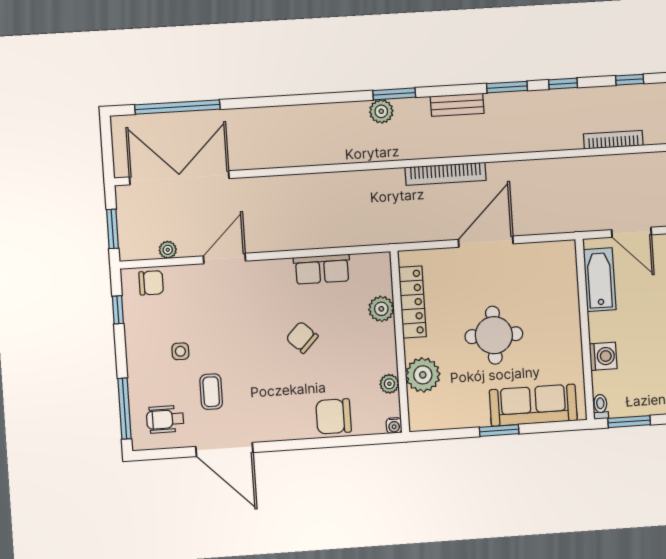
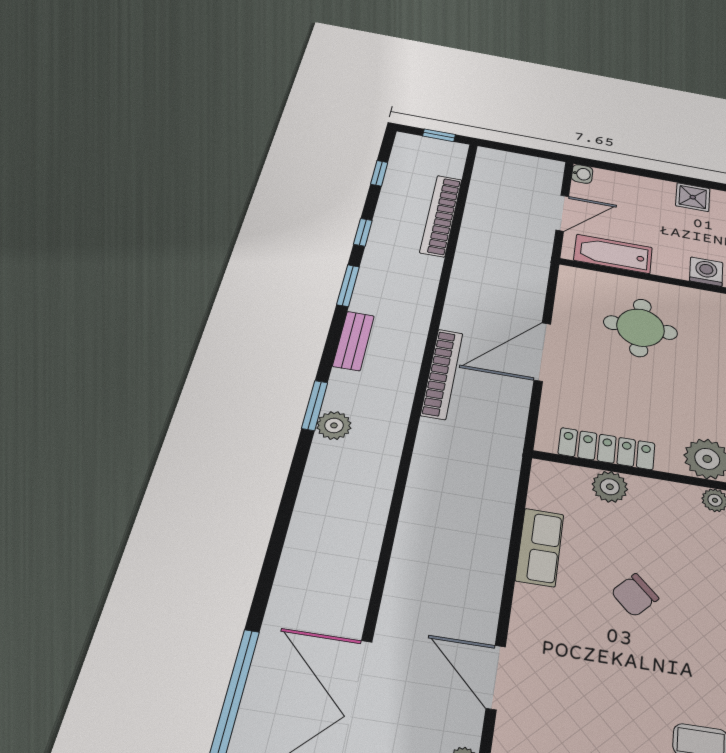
bookcase: (613, 140) -> (441, 215), width x1.48, depth x1.31
door: (486, 242) -> (542, 352), hinge flipped
round table: (494, 335) -> (641, 328), moved

